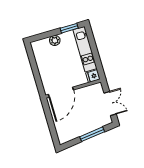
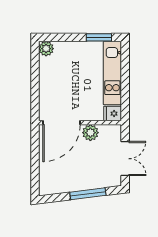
plant: (55, 40) -> (46, 49), moved
plant: (82, 93) -> (90, 133), added

